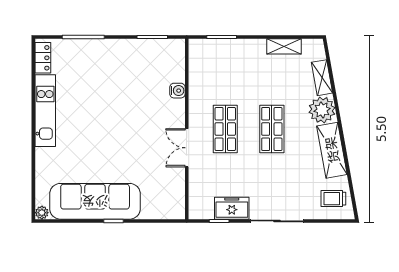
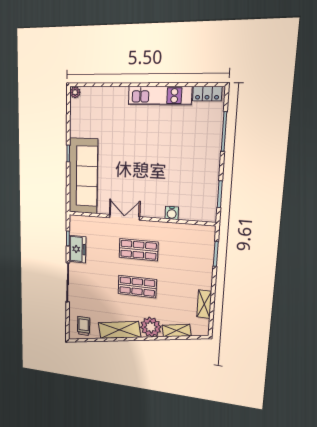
sofa: (95, 201) -> (83, 176), moved

